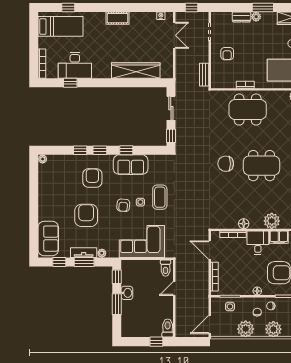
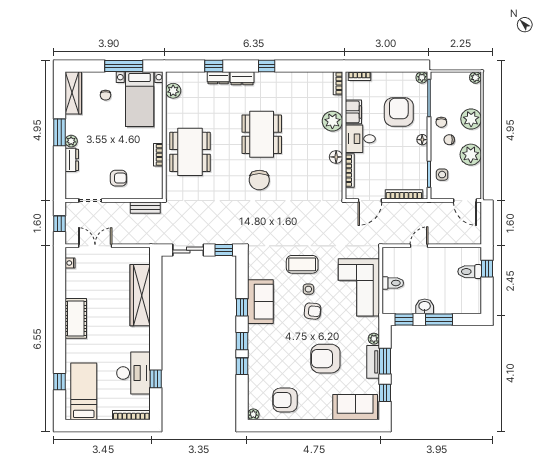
cot: (118, 18) -> (76, 318), width x1.37, depth x1.34
armchair: (92, 178) -> (285, 400), moved
toilet: (166, 268) -> (393, 283), moved
door: (174, 289) -> (419, 246), swing flipped
toilet: (168, 328) -> (470, 272), moved

